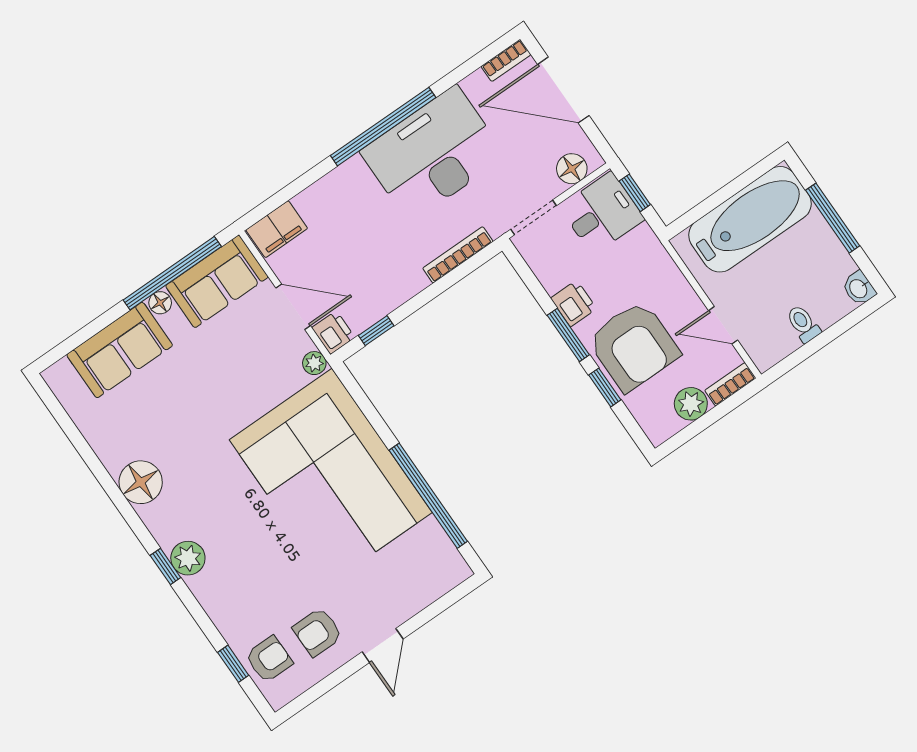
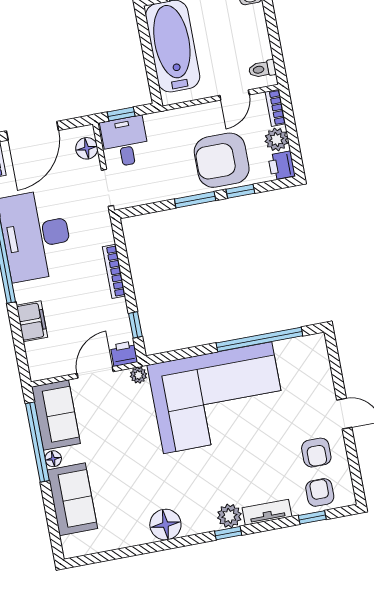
filing cabinet: (277, 229) -> (32, 321), moved
bookcase: (458, 255) -> (114, 271), moved
printer: (574, 303) -> (282, 165), moved, turned -90
toilet: (803, 324) -> (262, 69), moved
armchair: (634, 346) -> (222, 160), turned 180
tv unit: (214, 604) -> (267, 512), added

